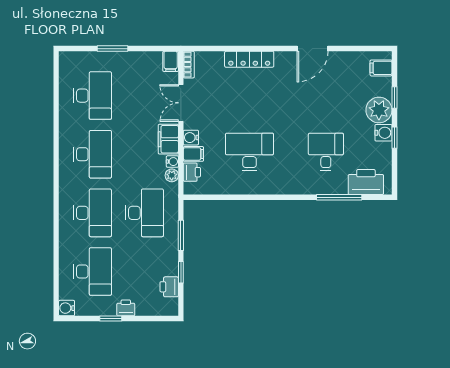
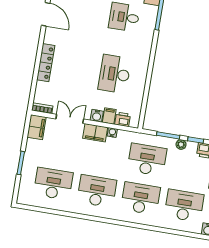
filing cabinet: (171, 61) -> (37, 127), width x2.00
double door: (181, 103) -> (70, 119), swing flipped
plant: (172, 175) -> (181, 145), moved

